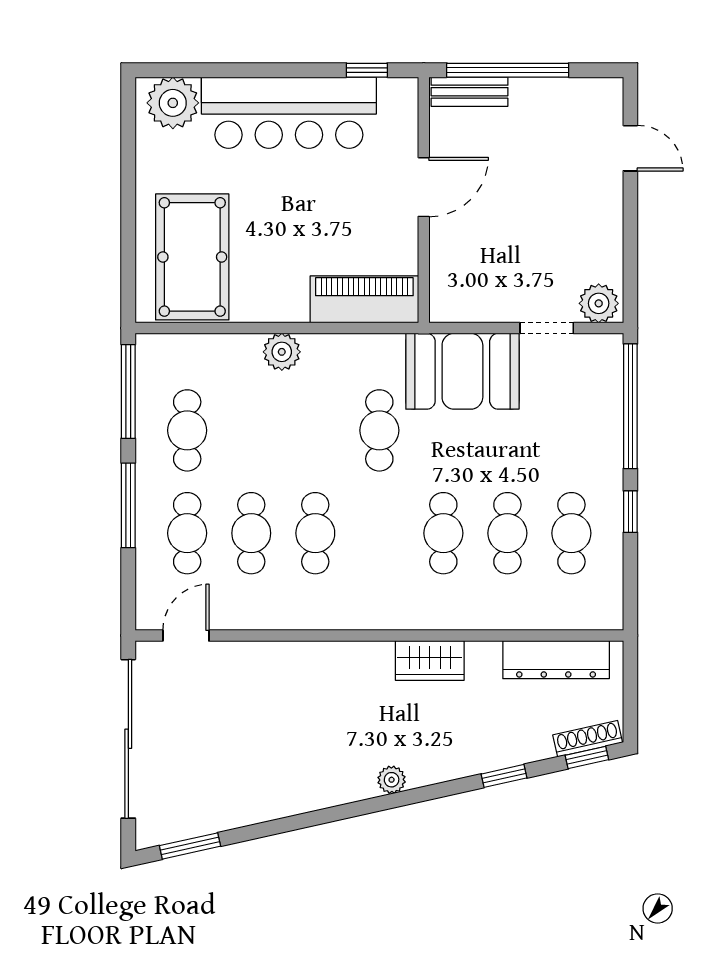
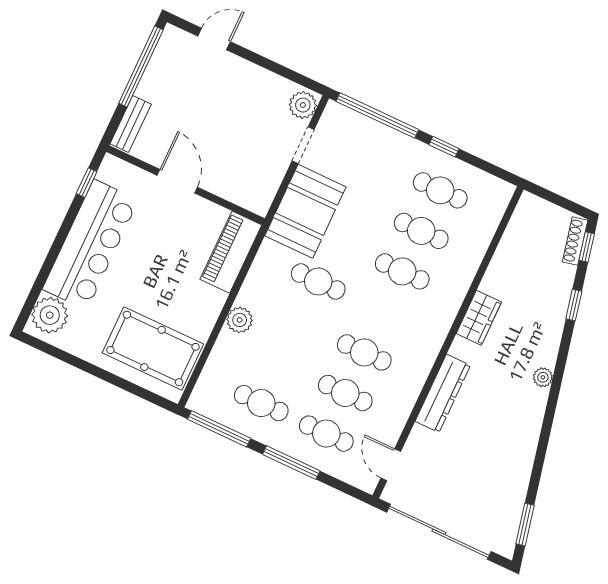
window: (508, 70) -> (141, 67), moved
dresser: (556, 660) -> (443, 393), moved

